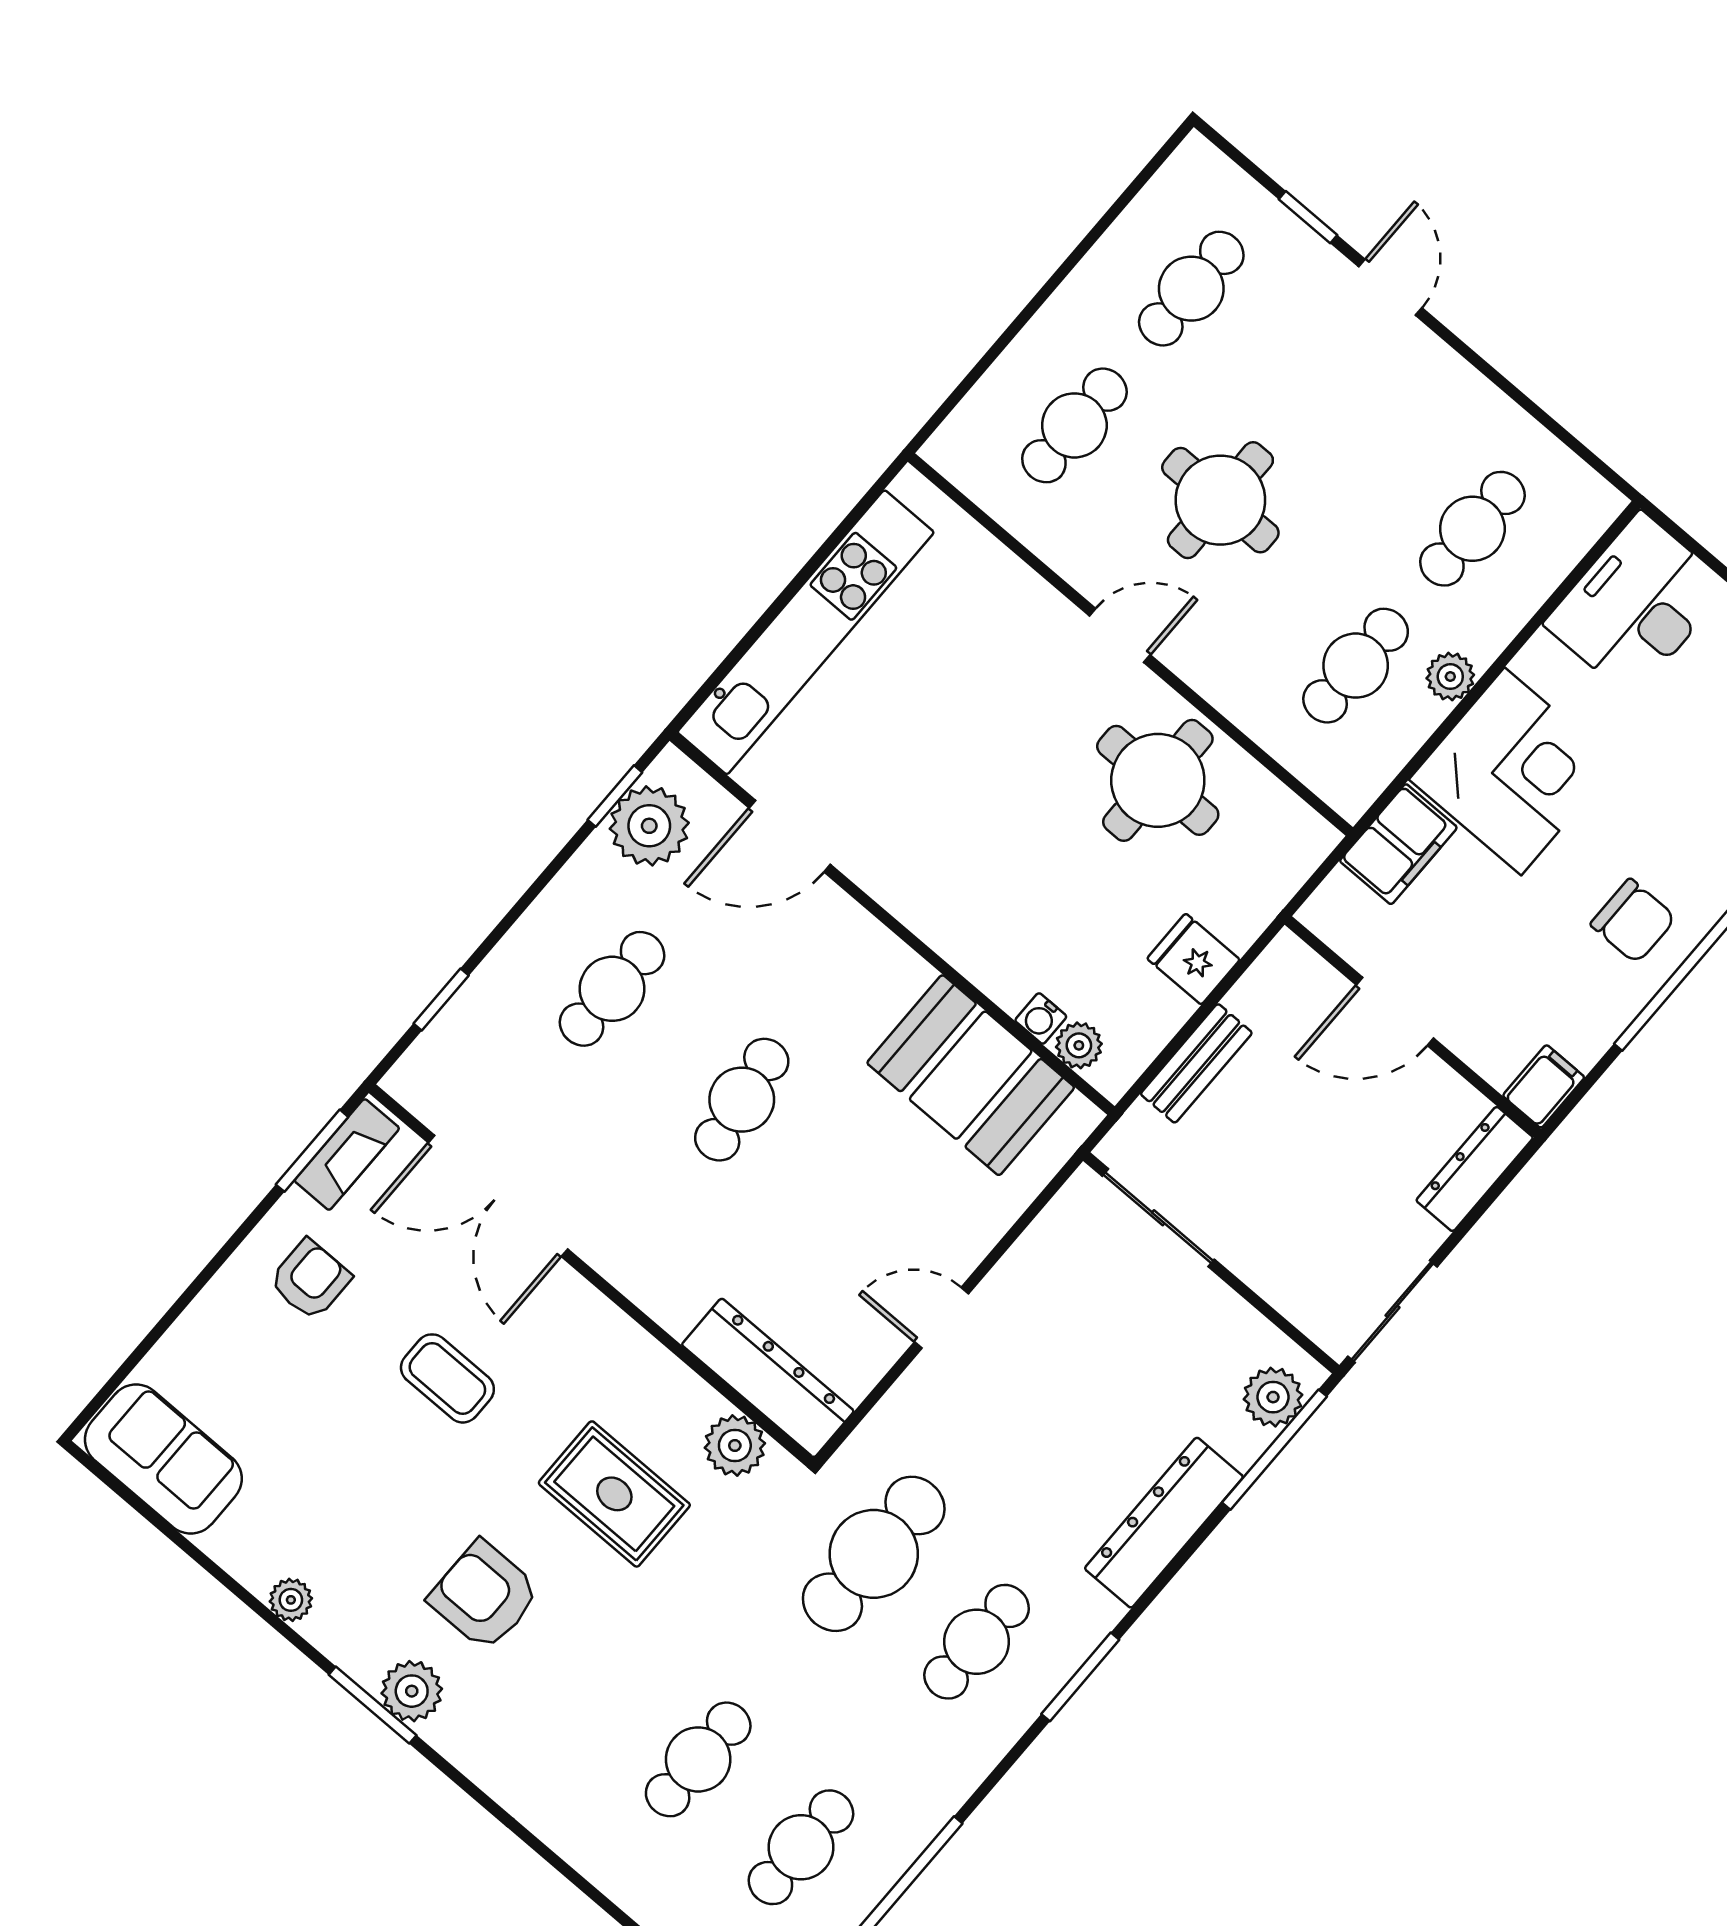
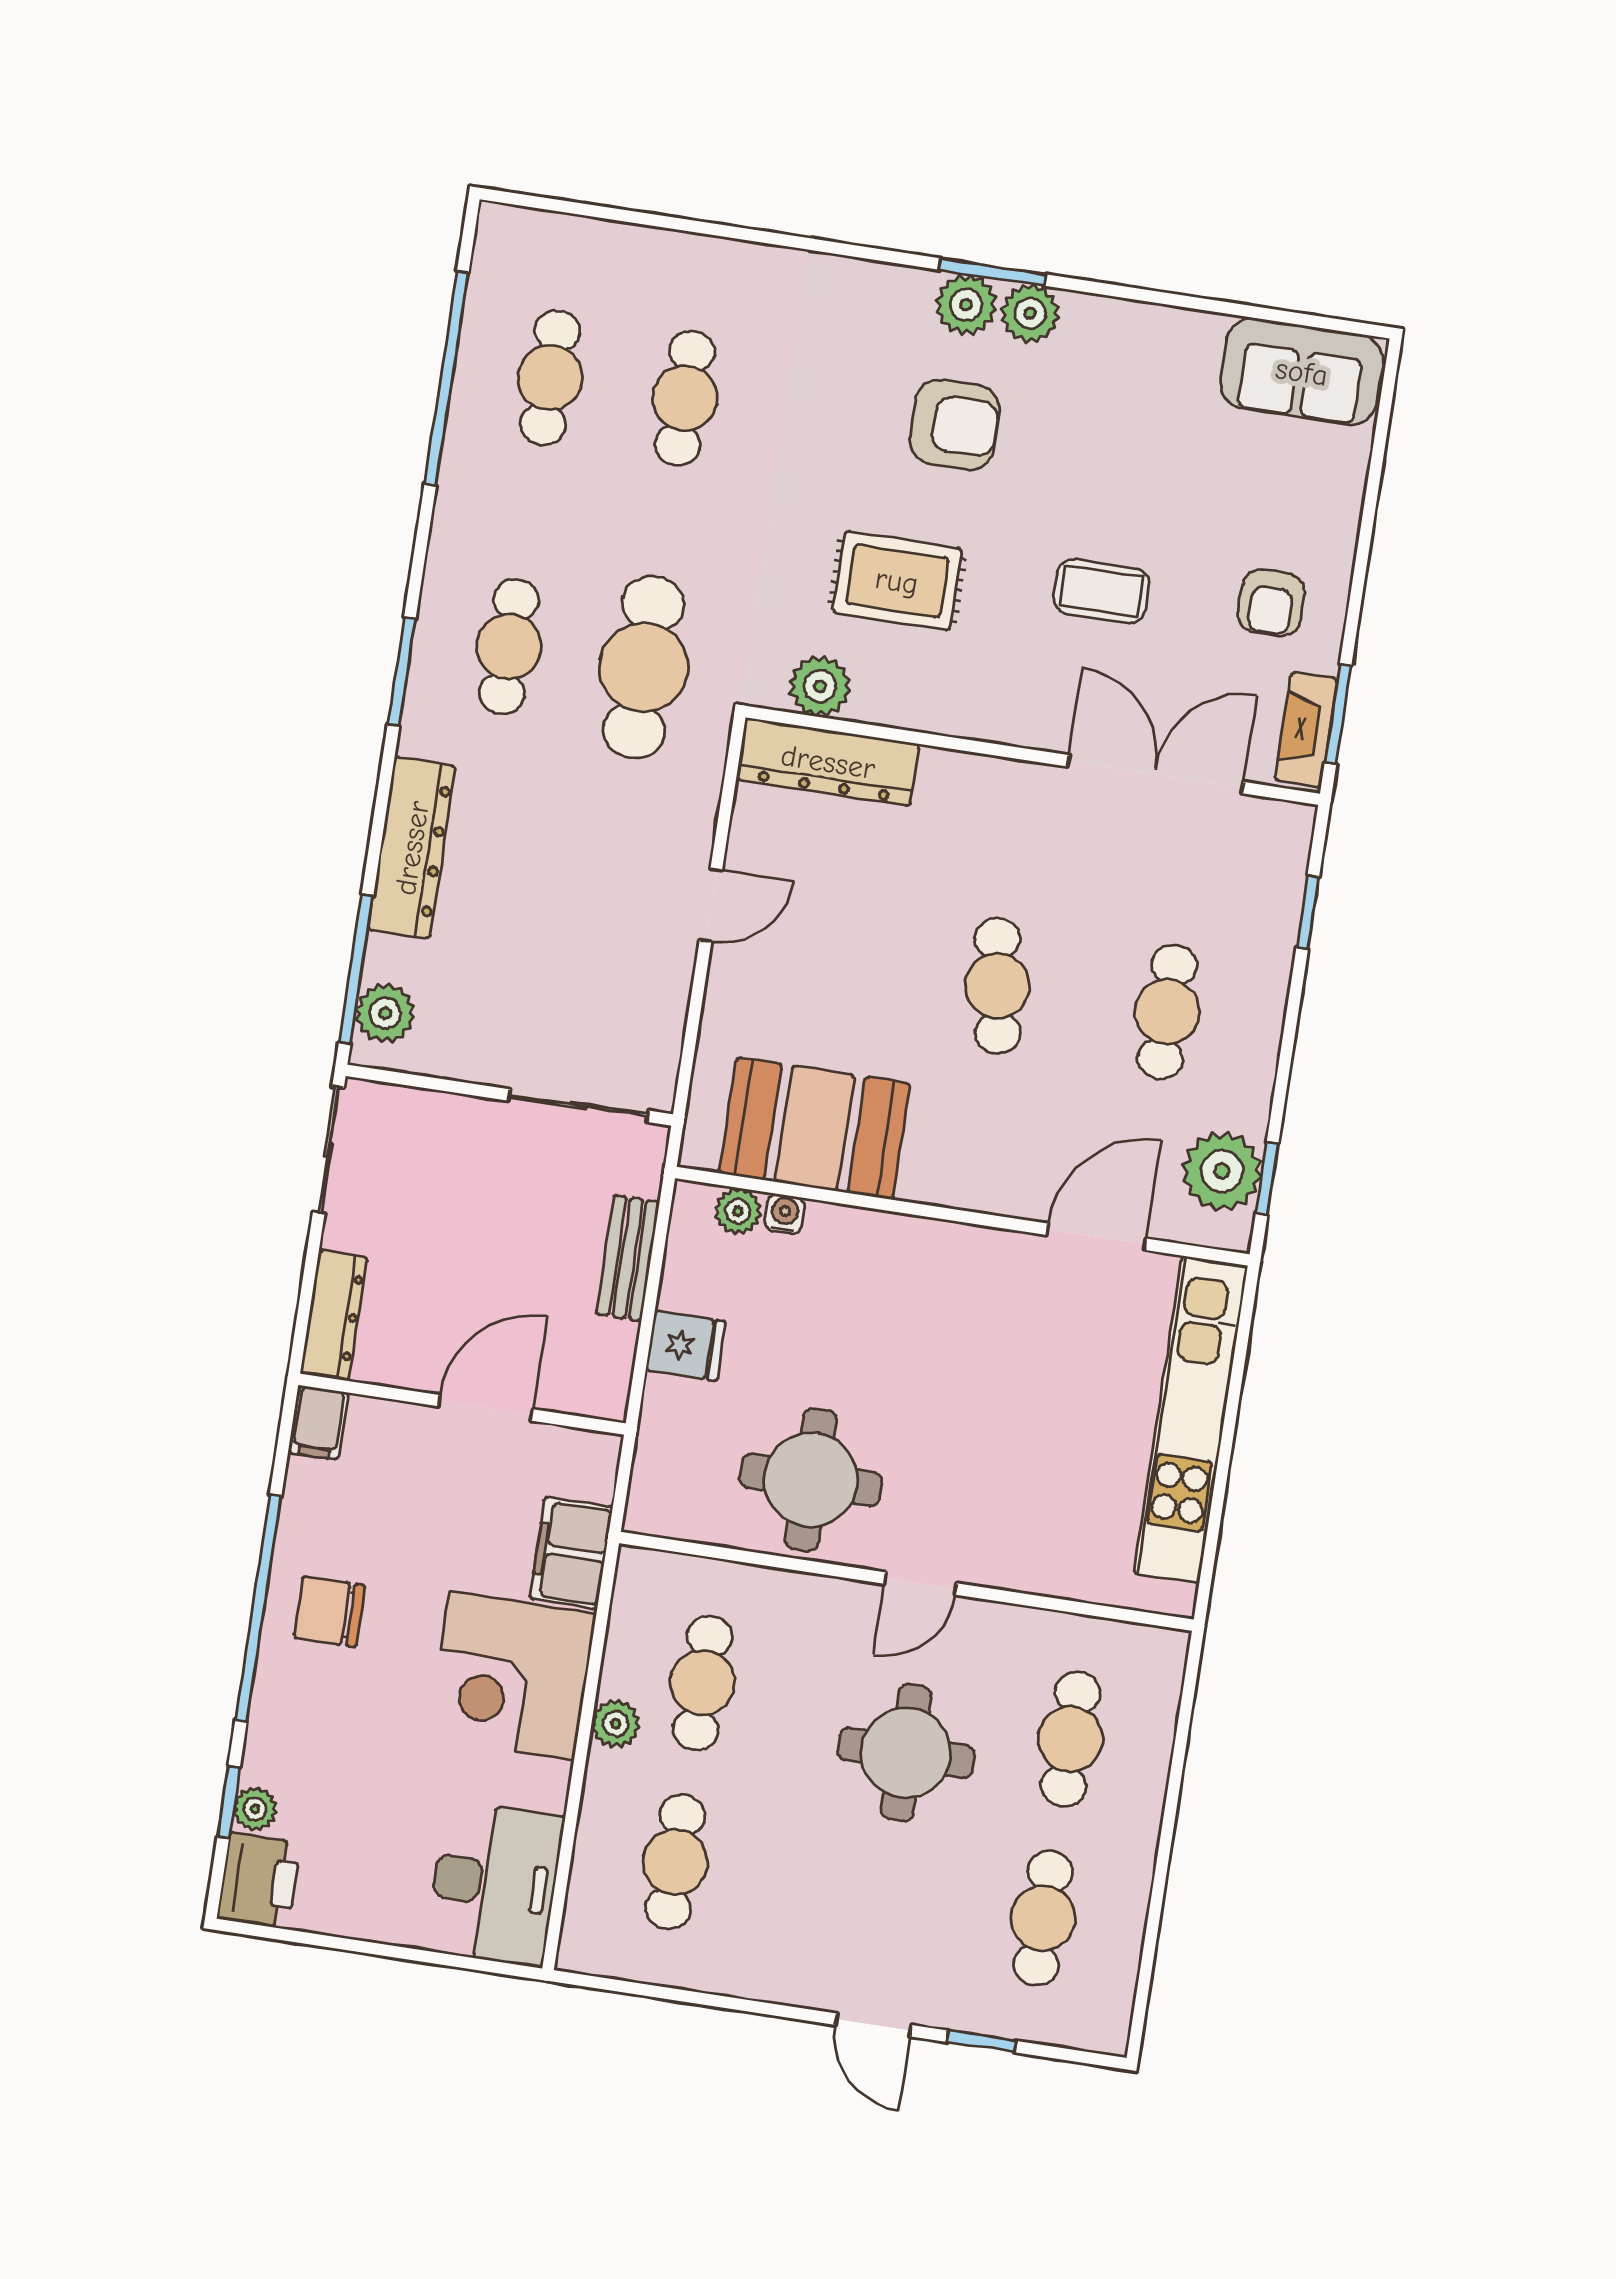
plant: (291, 1600) -> (1030, 313), moved, width x1.38, depth x1.38

